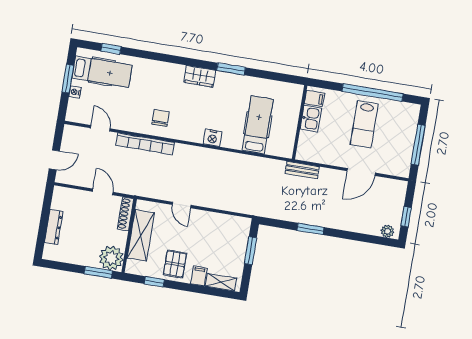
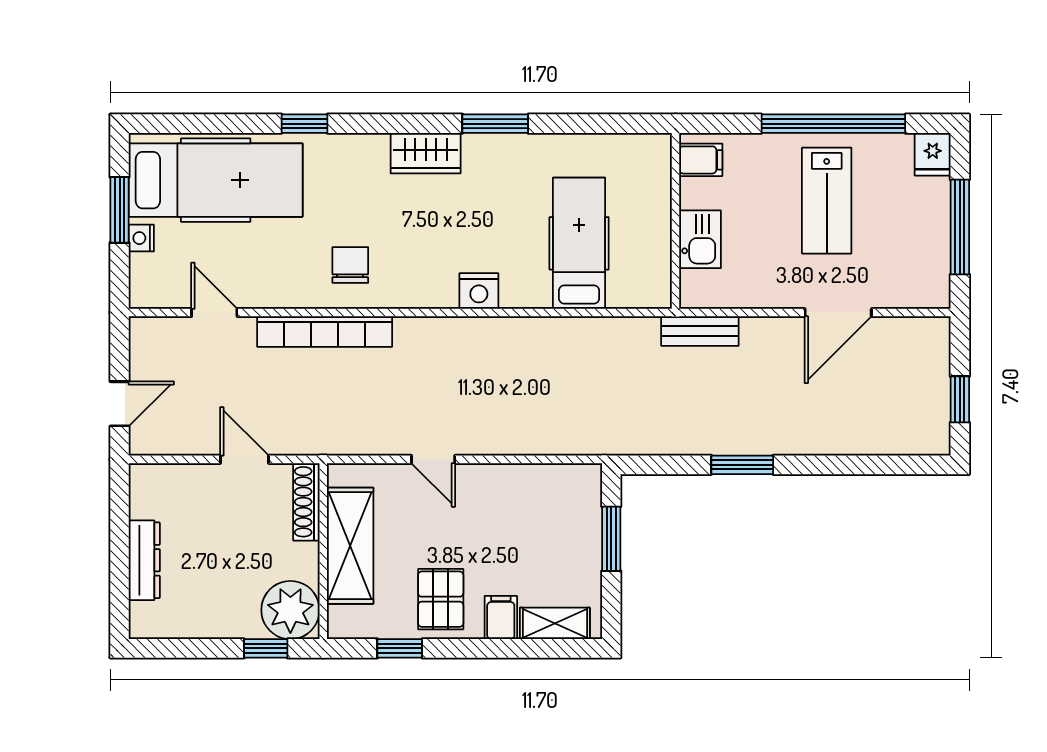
window: (111, 49) -> (305, 124), moved
hospital bed: (102, 72) -> (216, 180), width x1.37, depth x1.29
fridge: (412, 112) -> (933, 154), added
kitchen sink: (311, 118) -> (700, 239), moved
plant: (387, 231) -> (922, 440), removed
window: (98, 272) -> (266, 648), width x0.67

